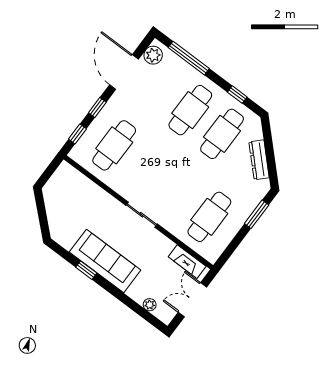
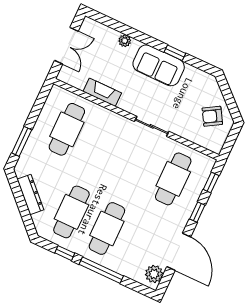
window: (189, 58) -> (101, 270), moved
armchair: (62, 199) -> (212, 116), added
sliding door: (142, 215) -> (152, 126), moved
sofa: (105, 261) -> (159, 65), width x0.73
fireplace: (187, 262) -> (102, 92), moved
plant: (150, 305) -> (125, 41), moved

